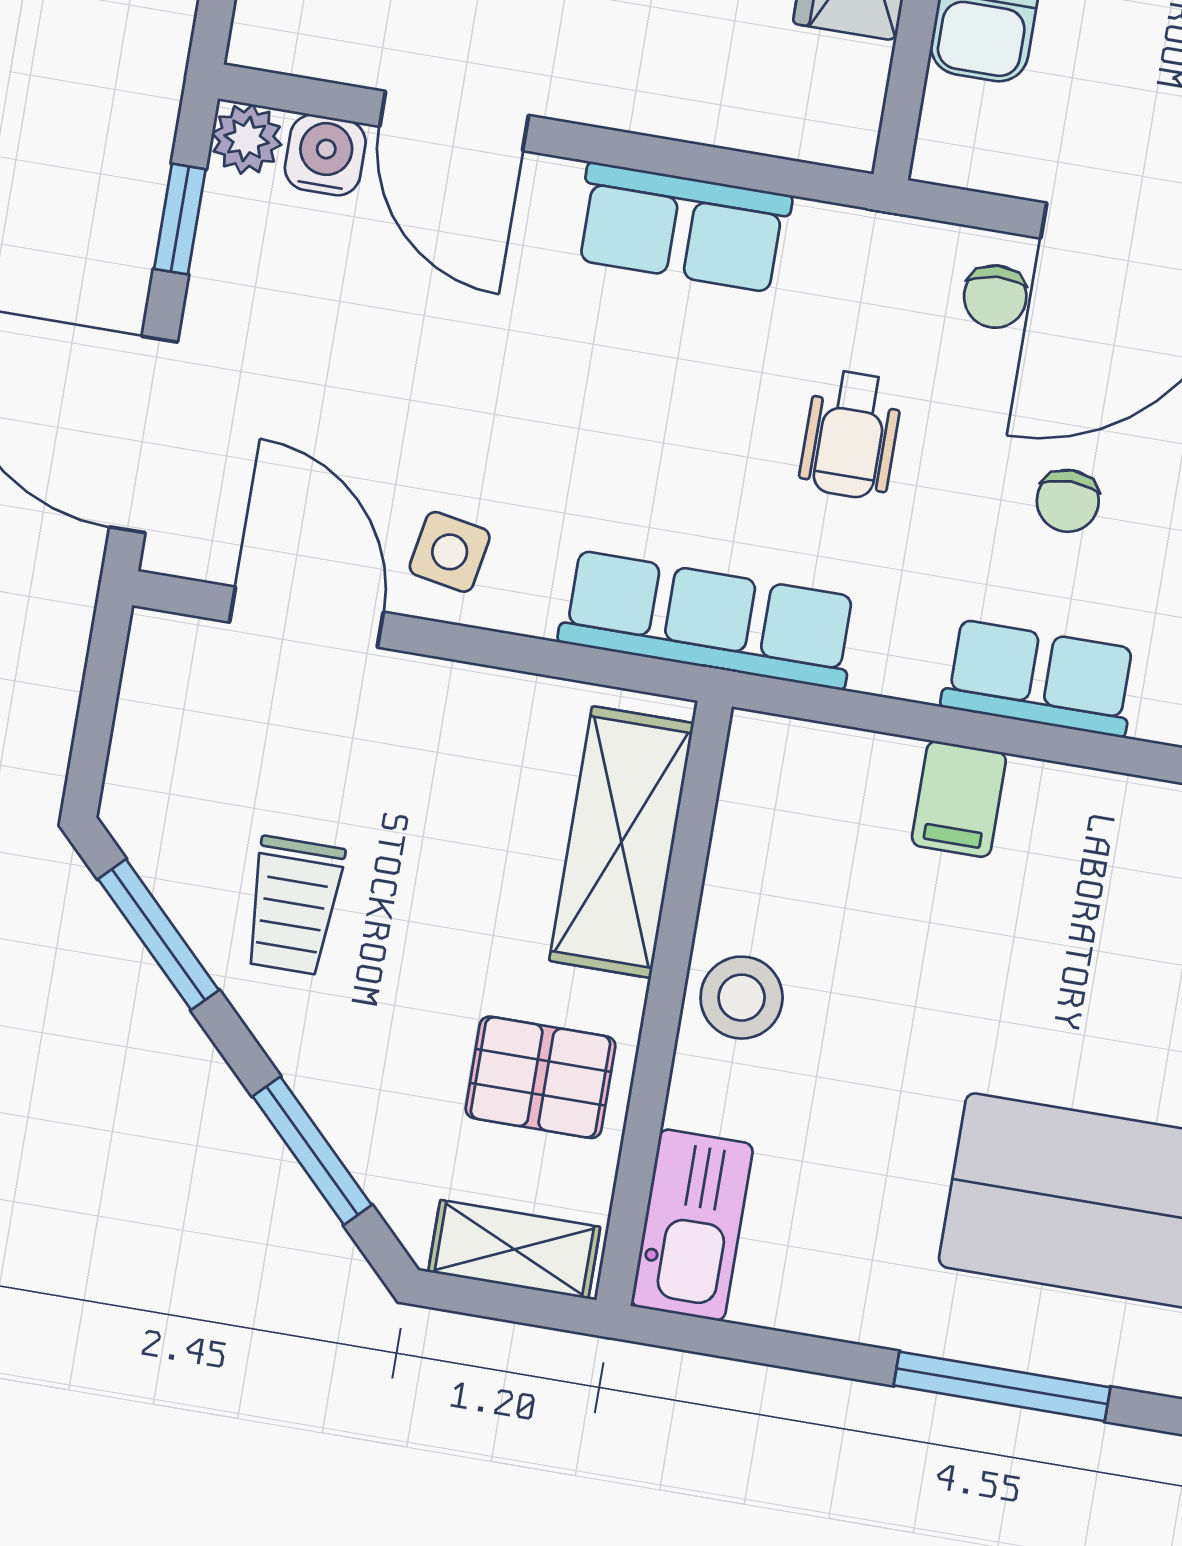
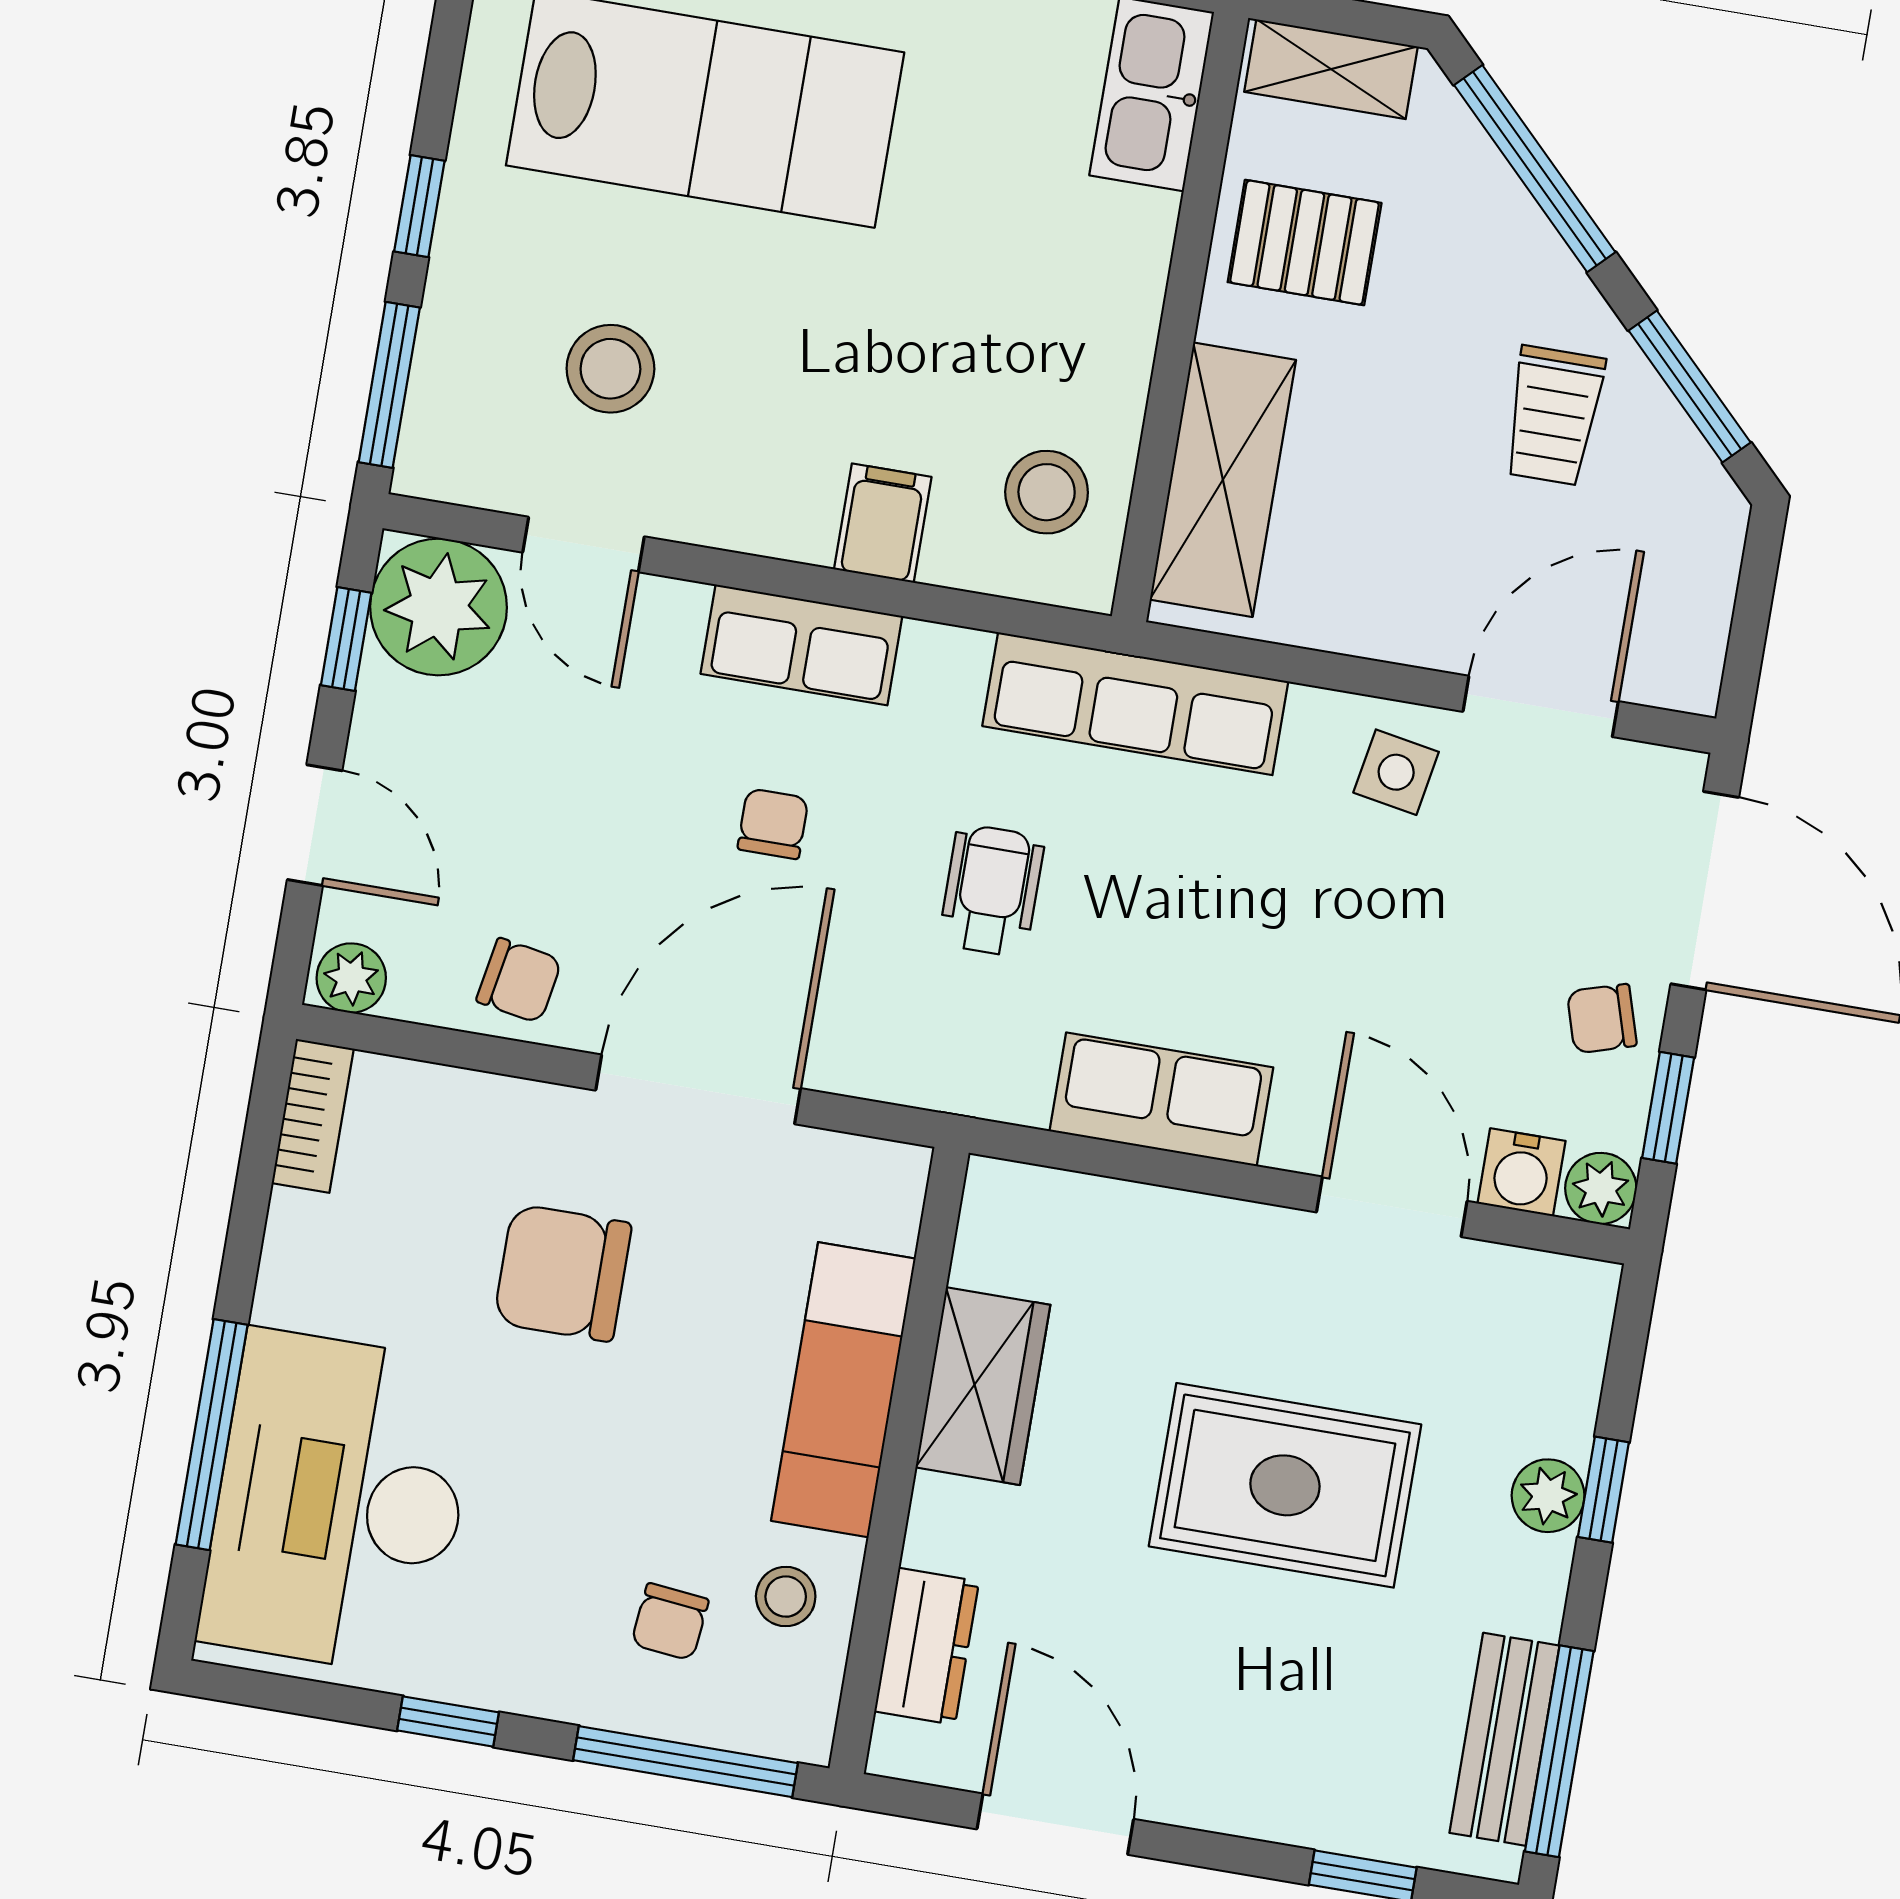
chair: (995, 297) -> (1602, 1019), moved, turned -103
door: (306, 617) -> (1541, 706), swing flipped
trolley: (293, 906) -> (1554, 416), turned 180
stool: (742, 998) -> (1047, 492), moved
window: (312, 1151) -> (1535, 169), width x1.44

